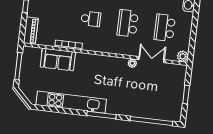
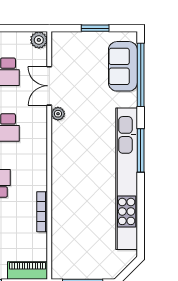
sofa: (58, 59) -> (123, 66), moved, turned 180
kitchen unit: (71, 102) -> (127, 179), width x1.36

